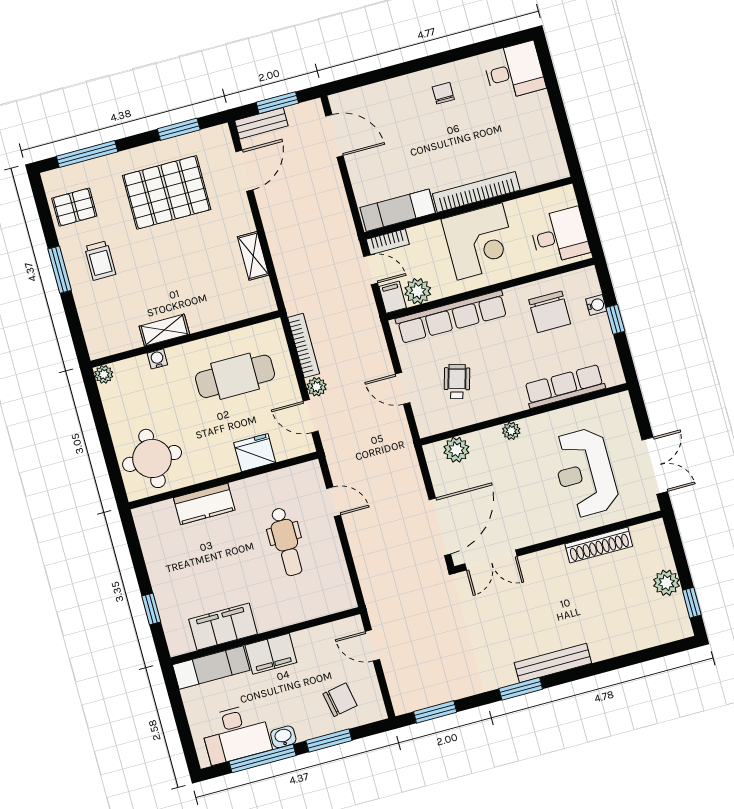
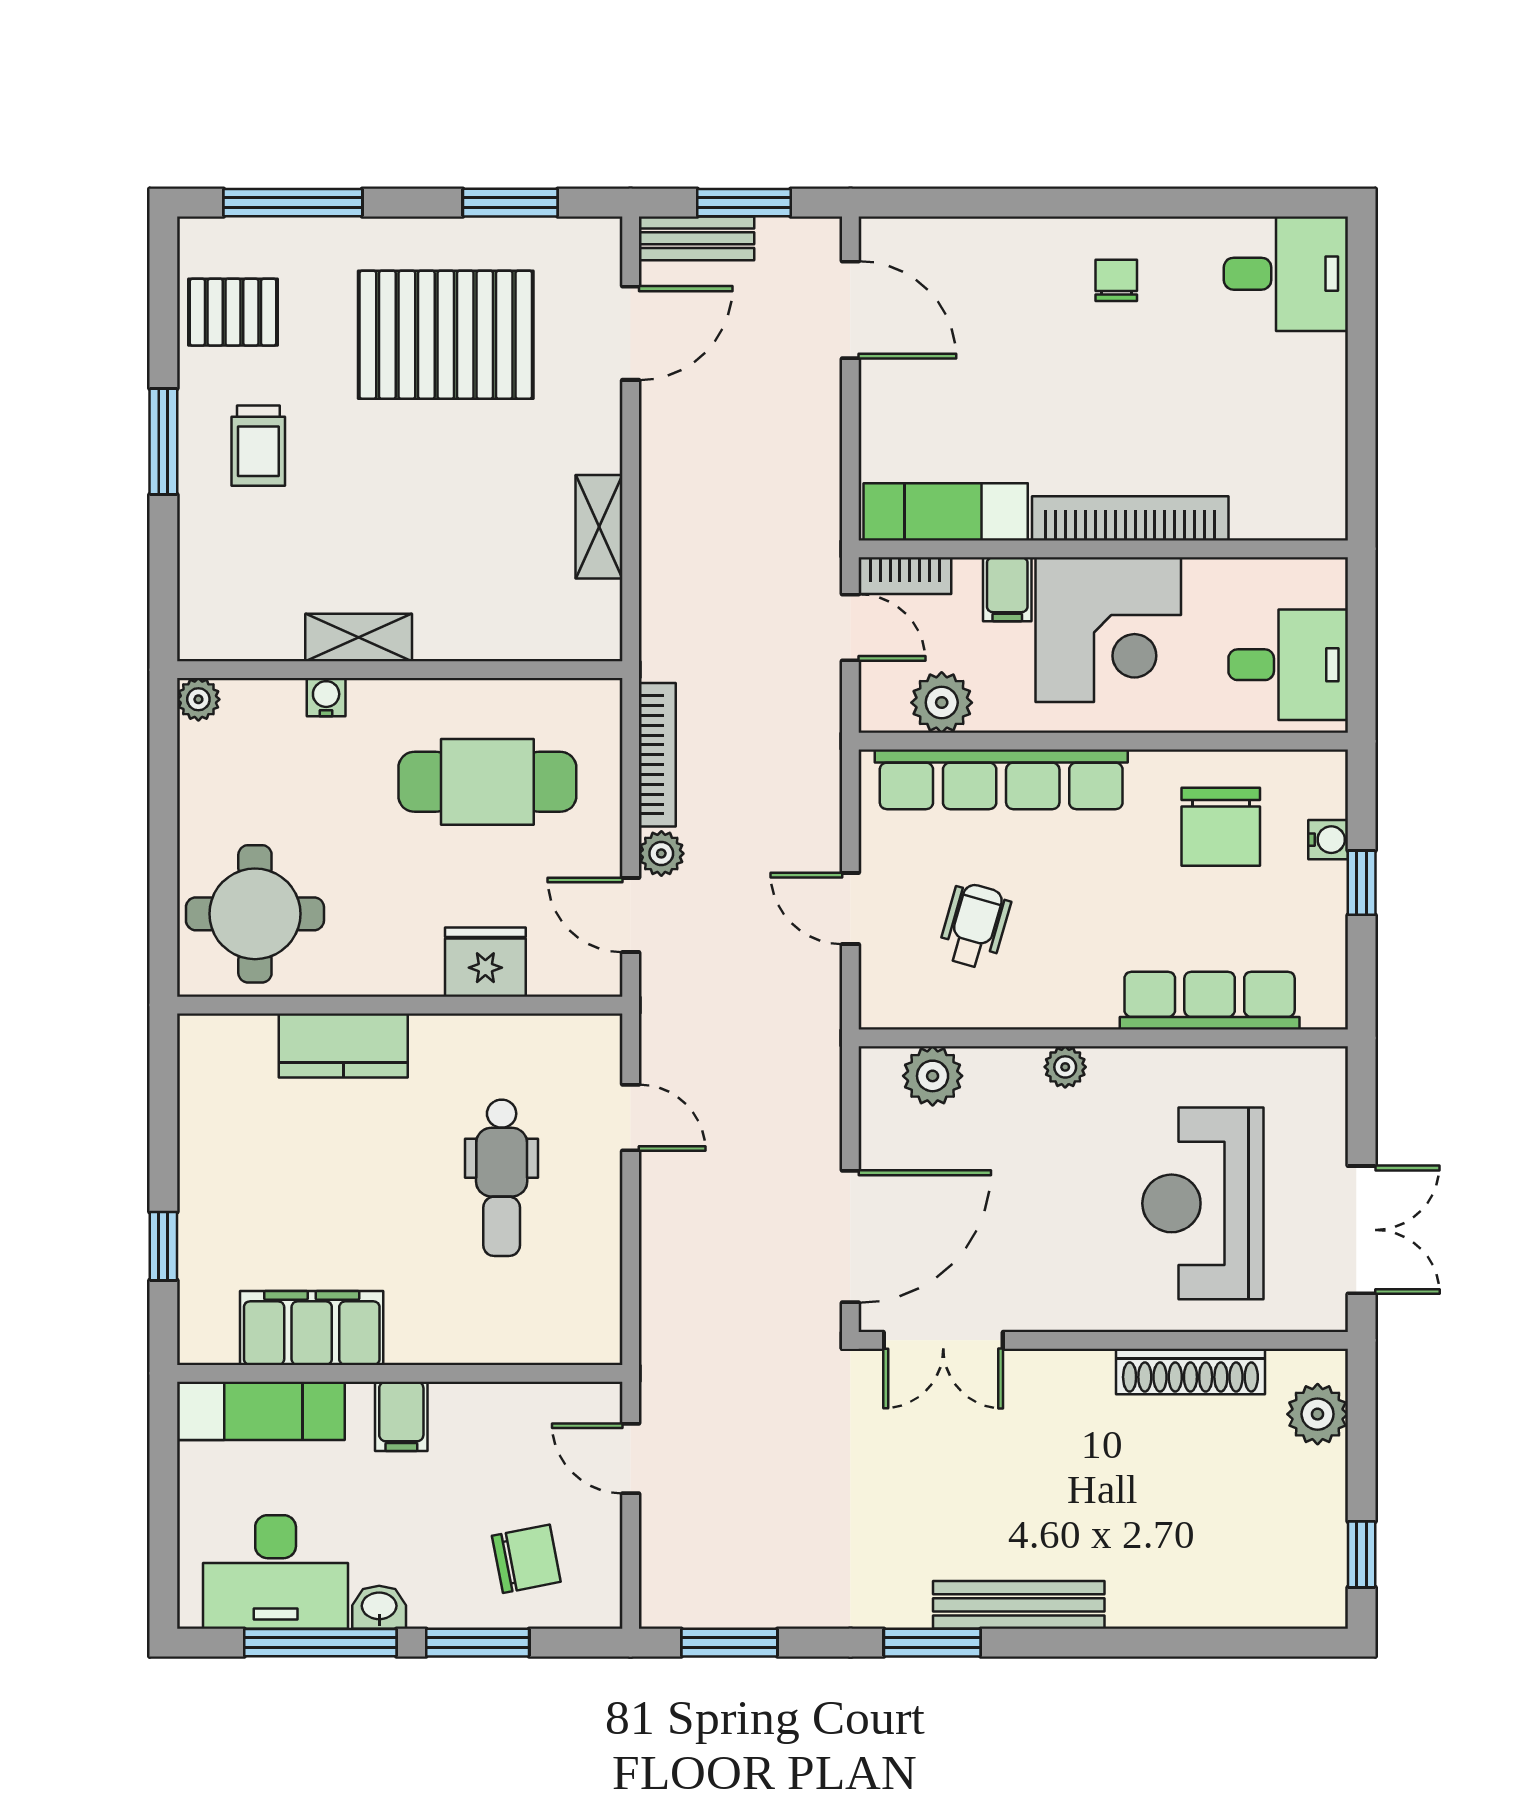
filing cabinet: (393, 297) -> (1007, 589), moved, turned 180
plant: (666, 583) -> (1318, 1414), moved
filing cabinet: (271, 654) -> (401, 1416), width x0.50

